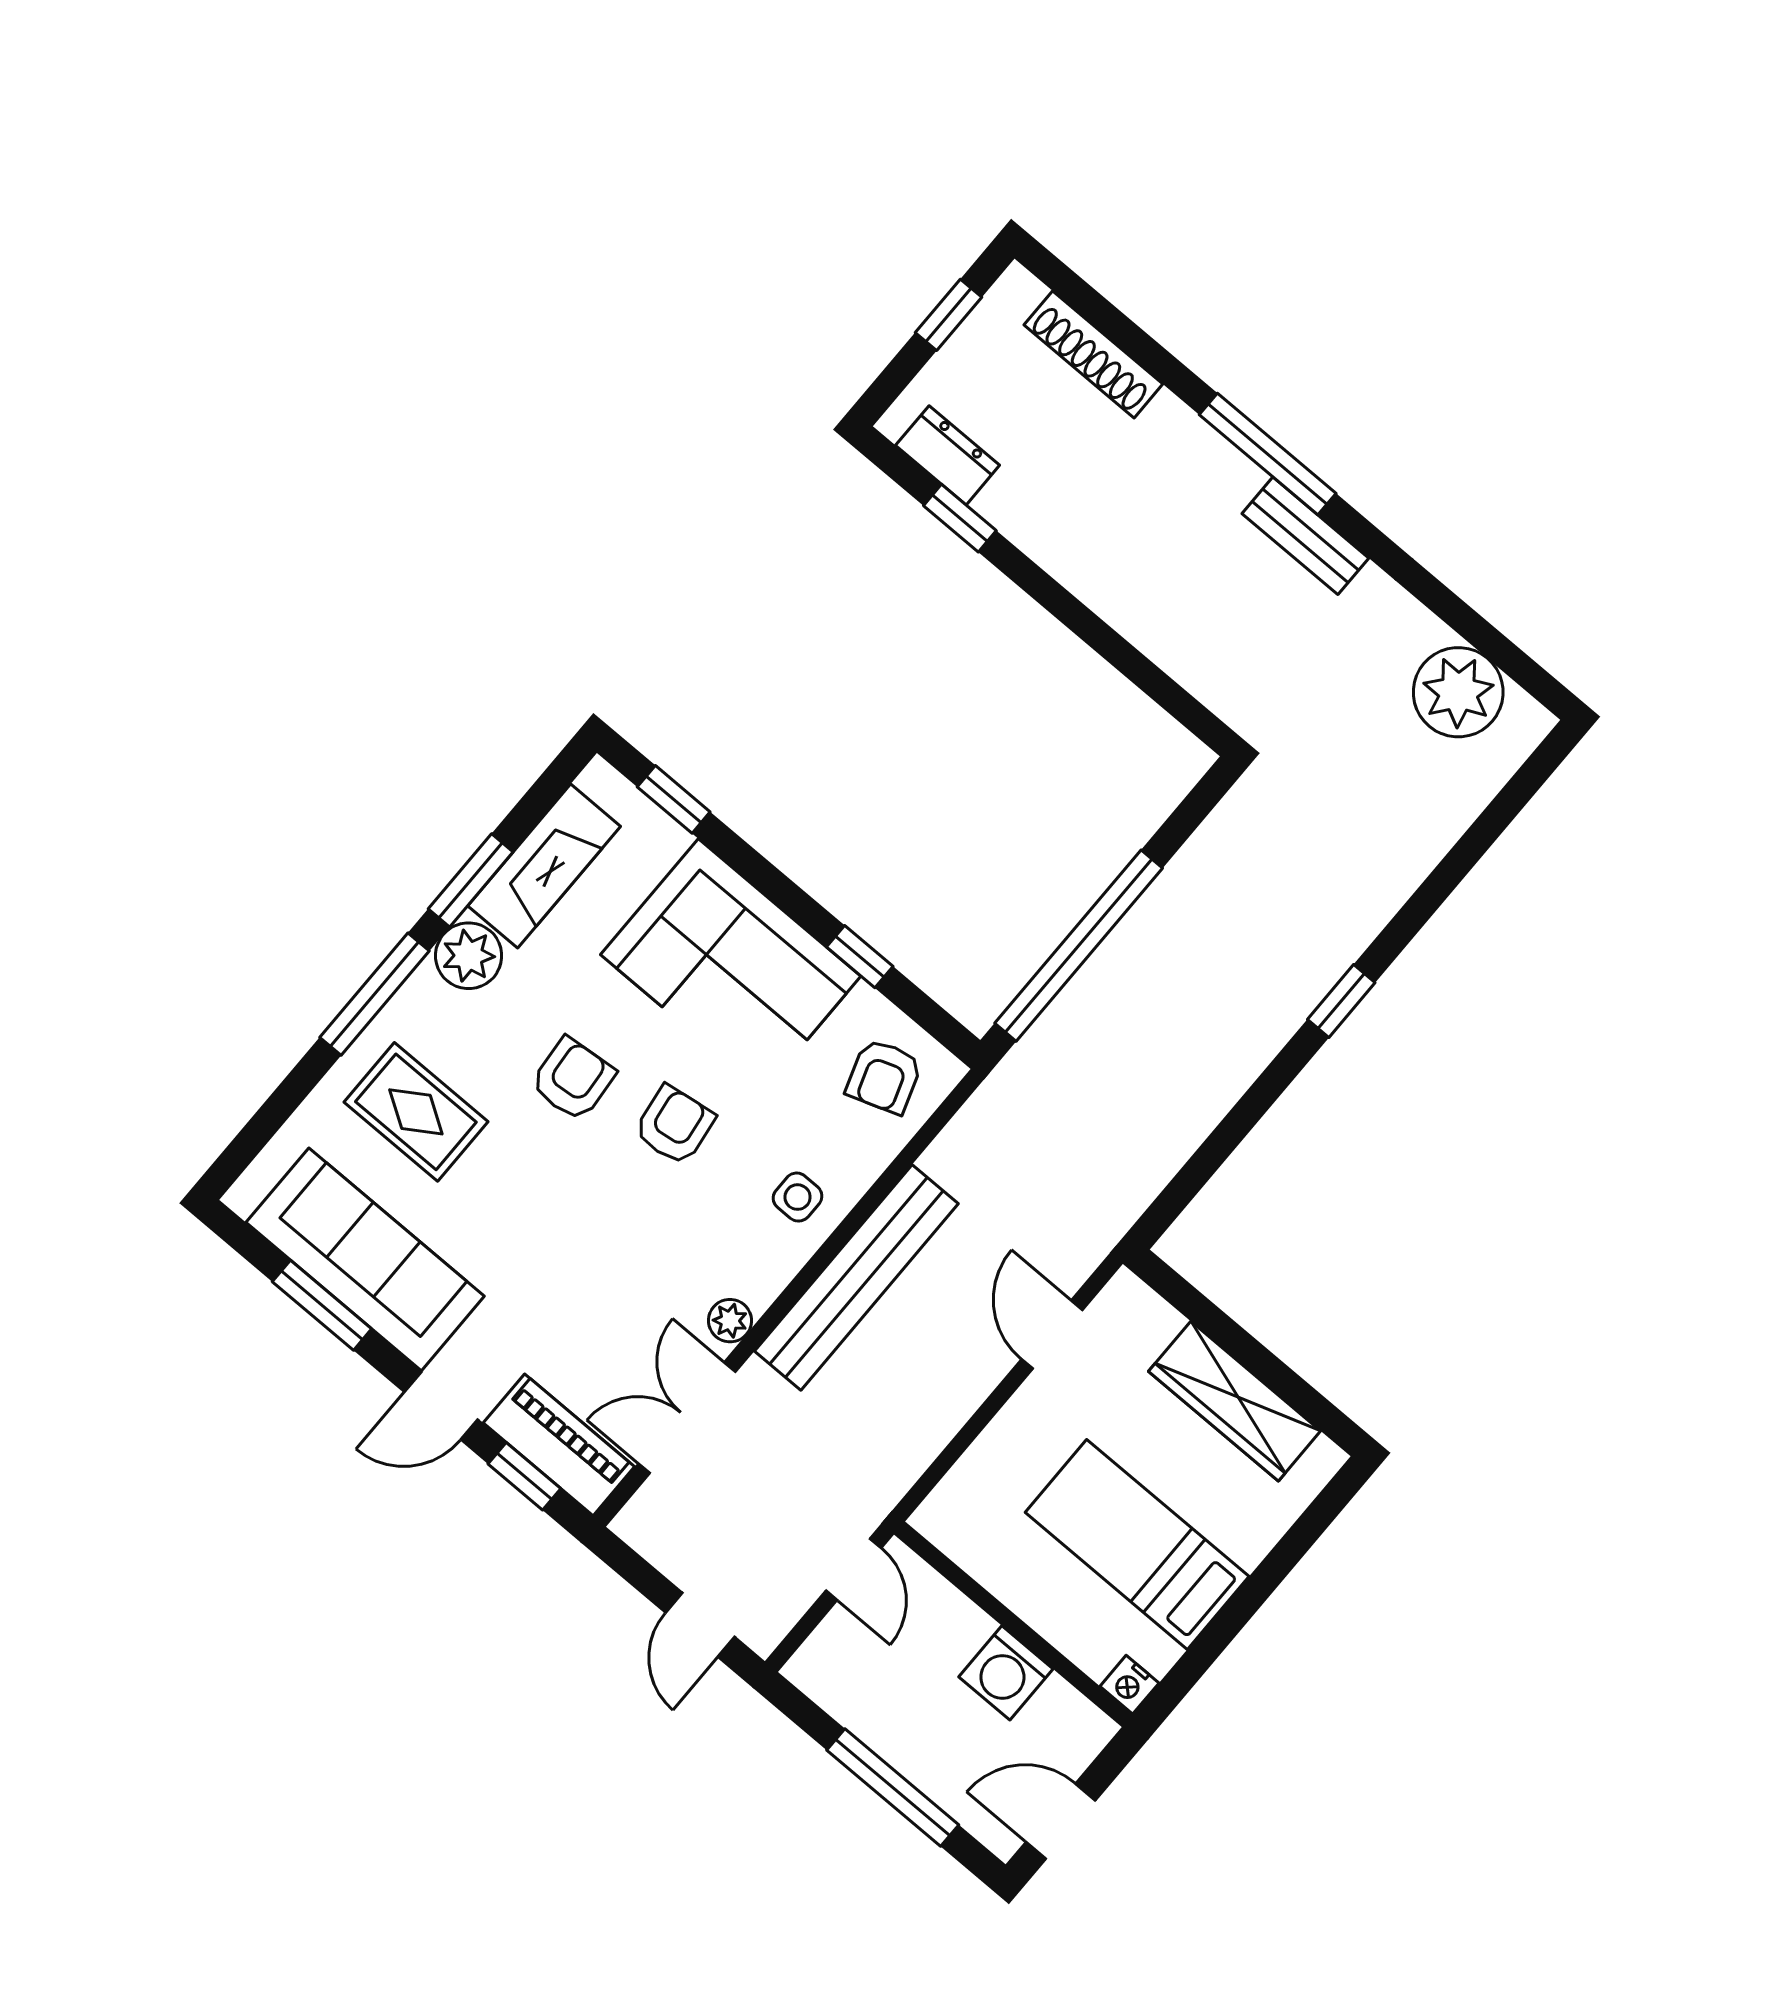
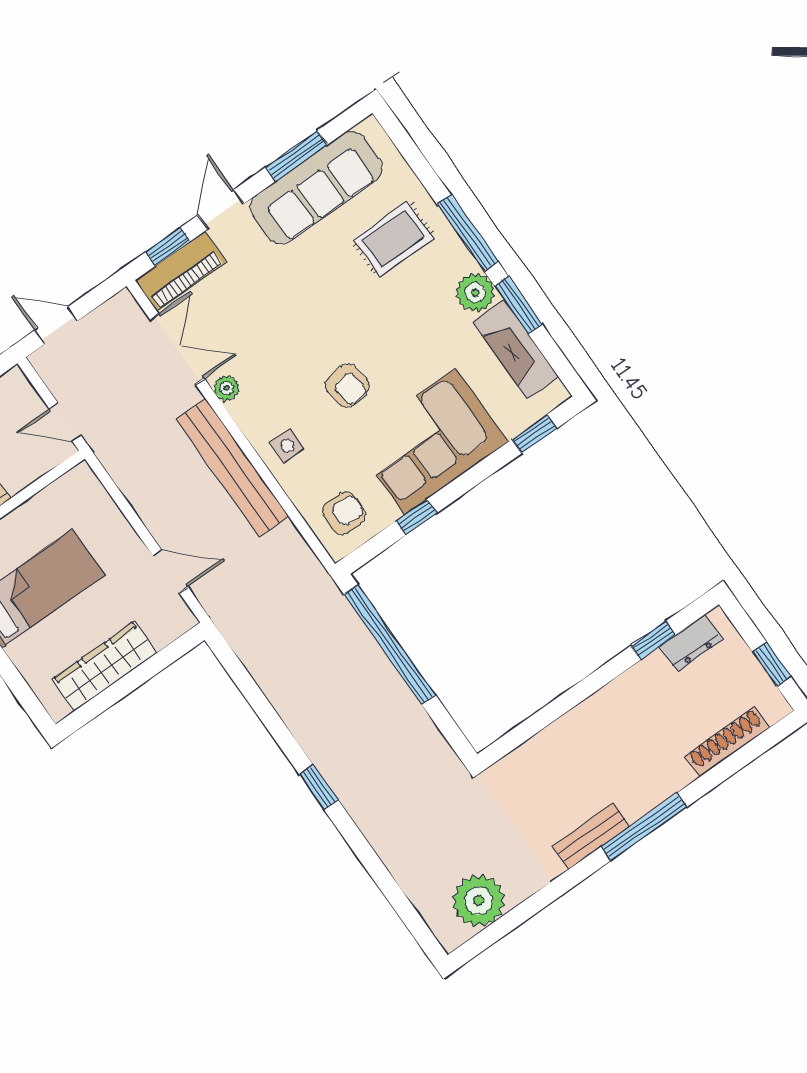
armchair: (884, 1076) -> (344, 513), turned 109
armchair: (573, 1079) -> (389, 334), removed

